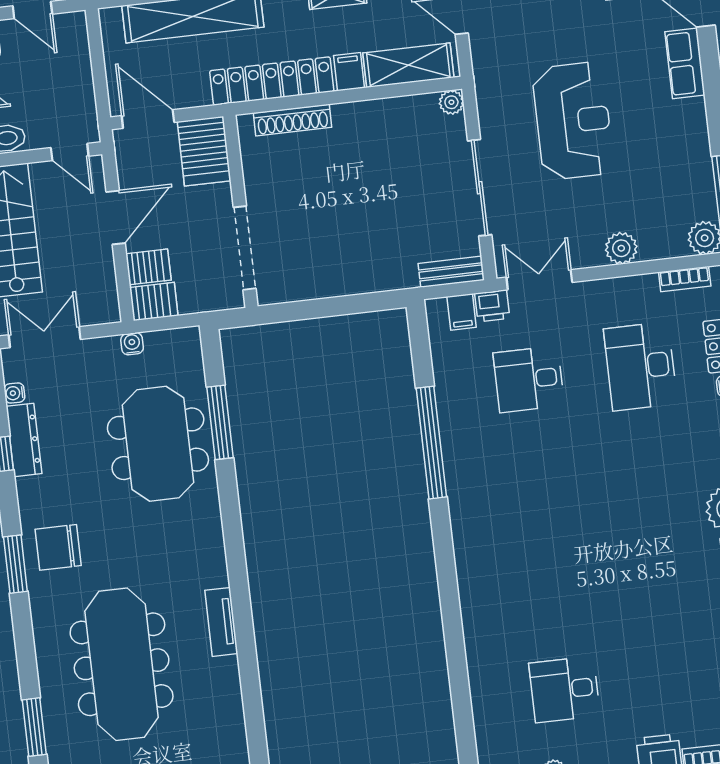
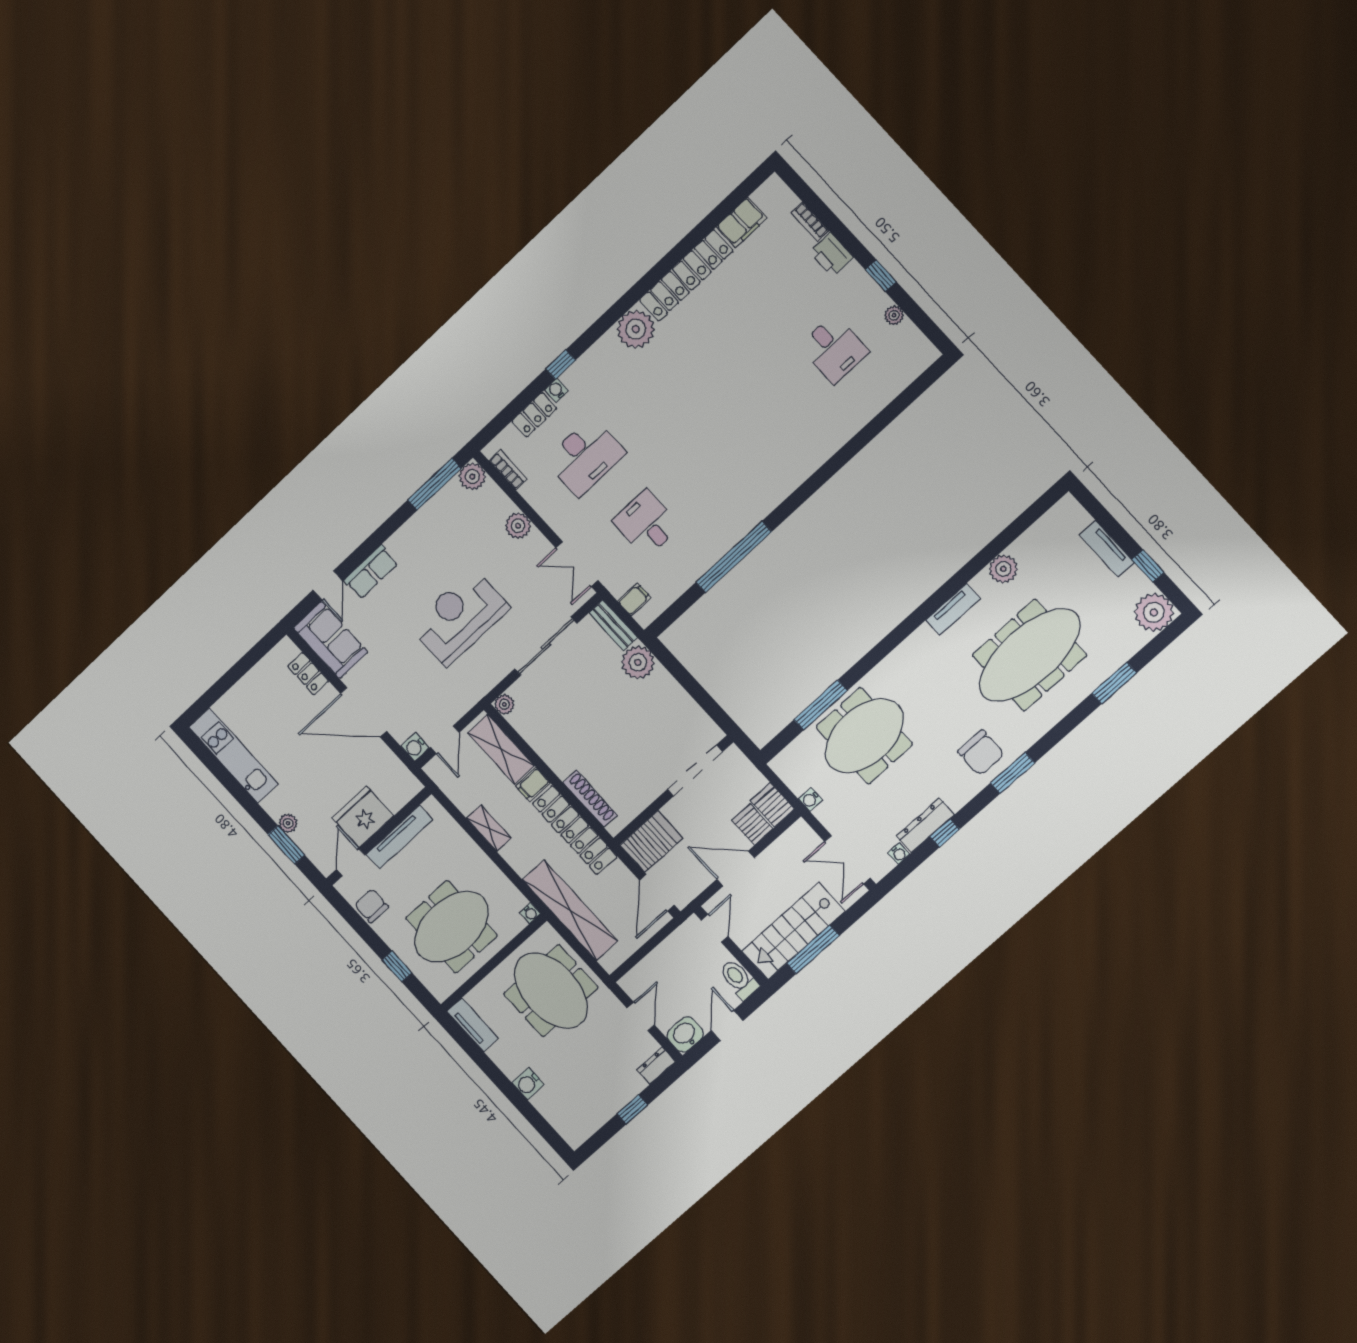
plant: (396, 270) -> (638, 662), added
printer: (492, 306) -> (616, 582), removed
desk: (529, 379) -> (646, 523), turned 180
plant: (226, 699) -> (1003, 569), added

